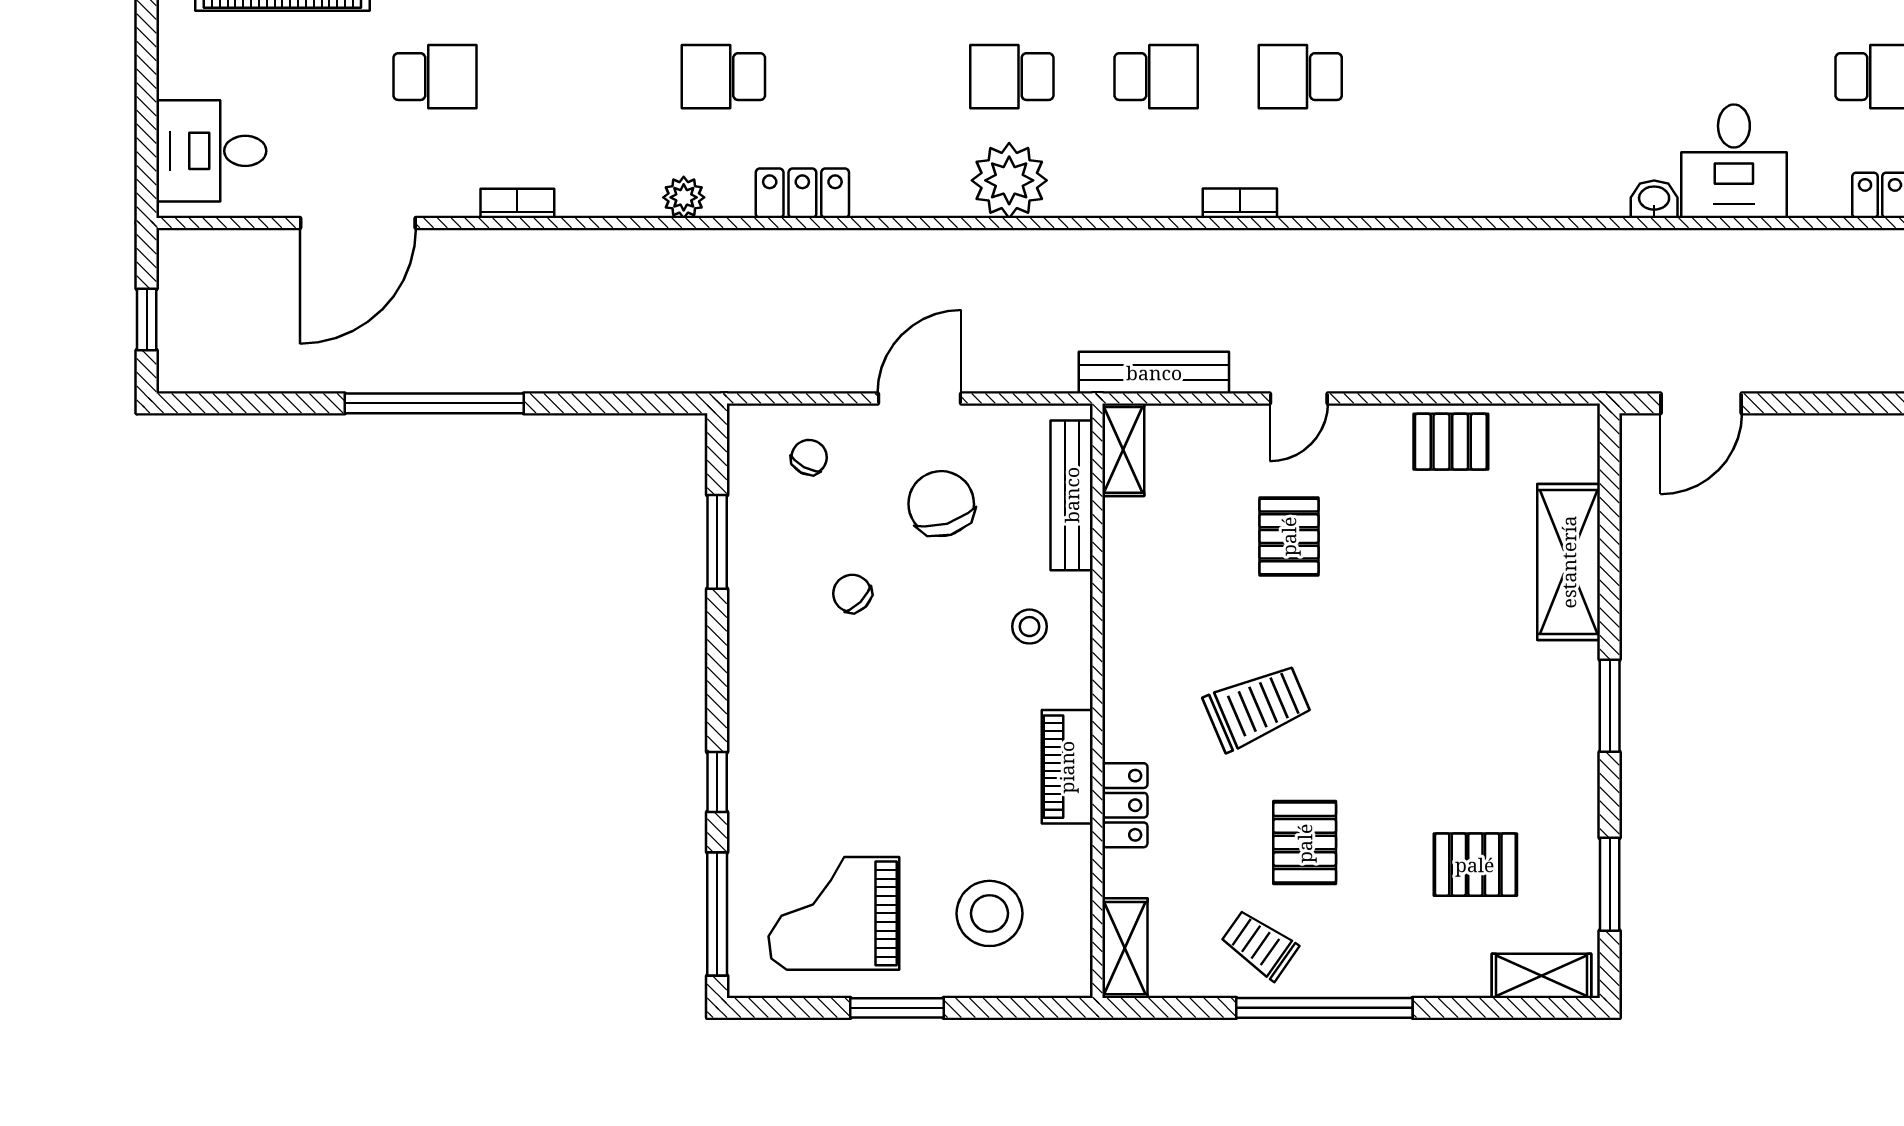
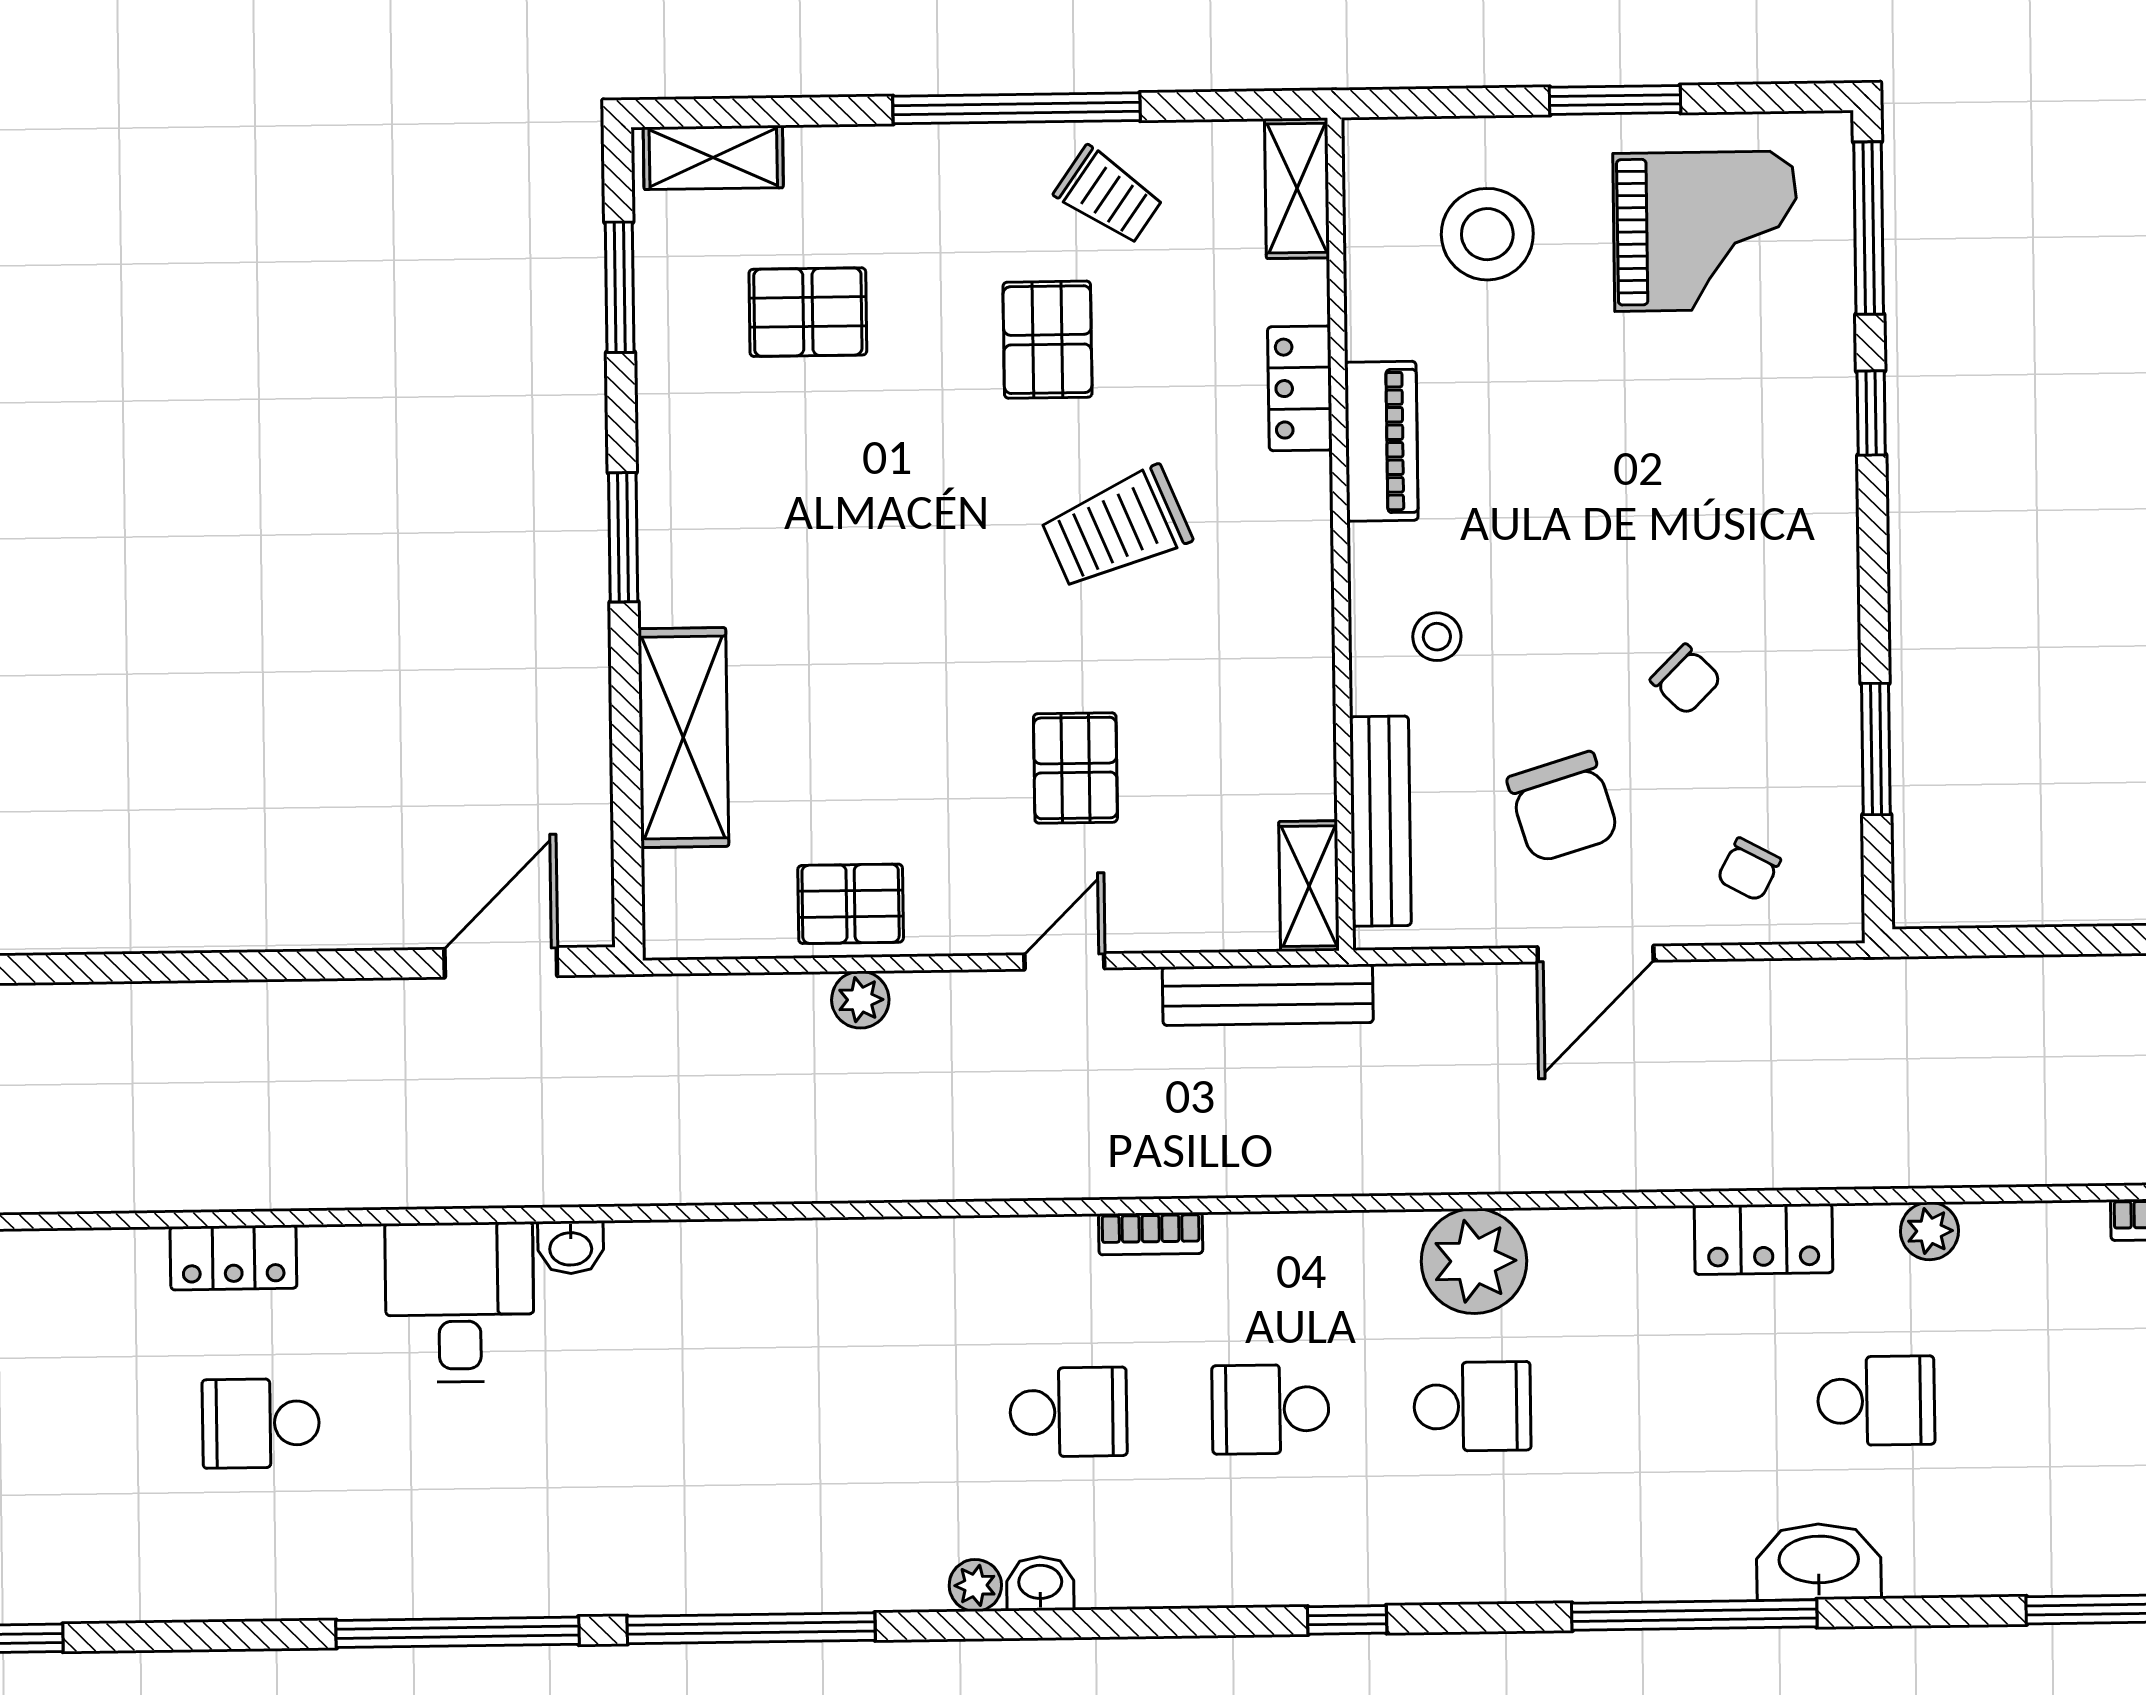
plant: (1445, 373) -> (860, 1000), added

